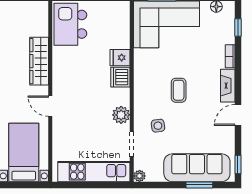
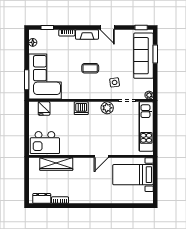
fridge: (120, 58) -> (44, 109), moved
wardrobe: (39, 61) -> (56, 164), moved

